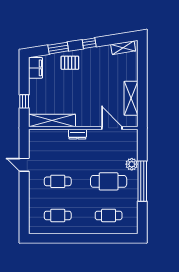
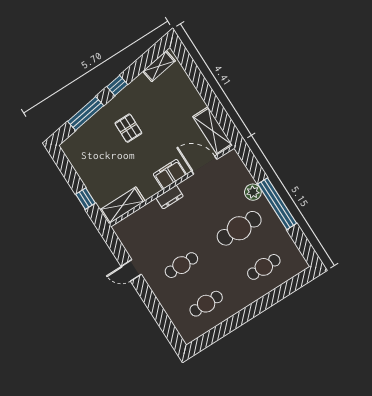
window: (58, 48) -> (86, 113), width x1.44
pallet: (70, 63) -> (128, 128), moved, turned 90
filing cabinet: (36, 68) -> (170, 174), moved, turned -90
shelving: (131, 98) -> (213, 131), moved
shelving: (52, 120) -> (122, 205), width x0.68

